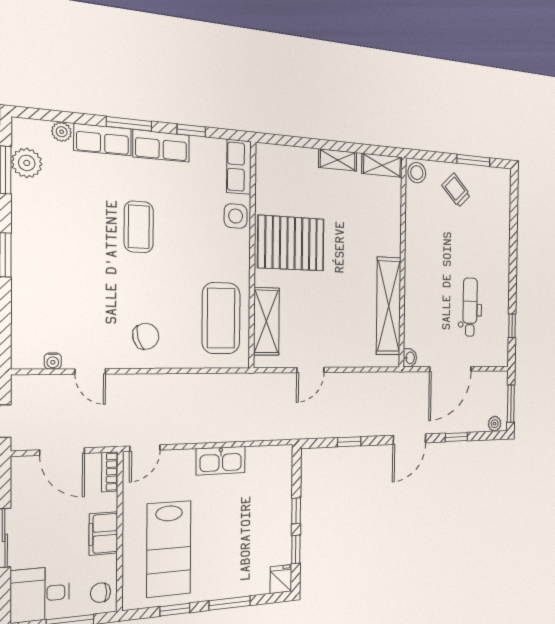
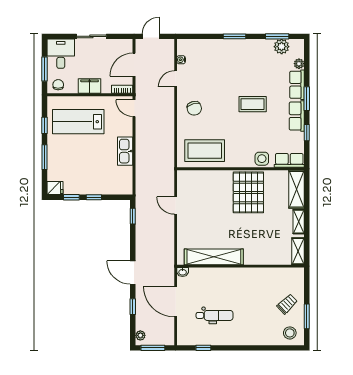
stool: (417, 173) -> (290, 333), moved
shelving: (266, 321) -> (296, 189), moved, turned 90
window: (349, 442) -> (133, 216), moved

